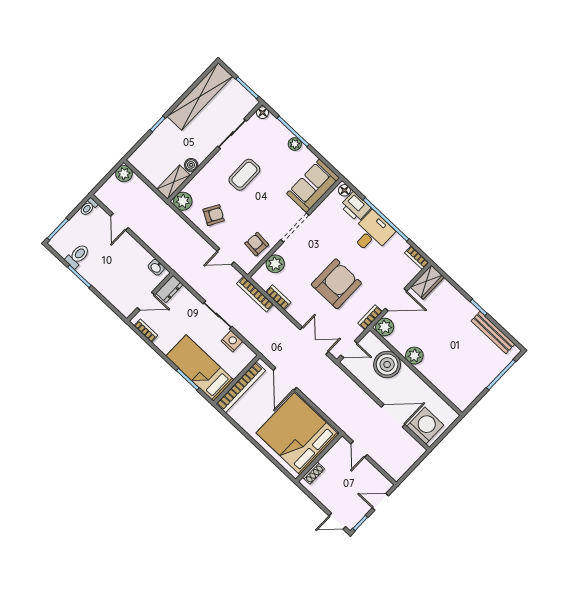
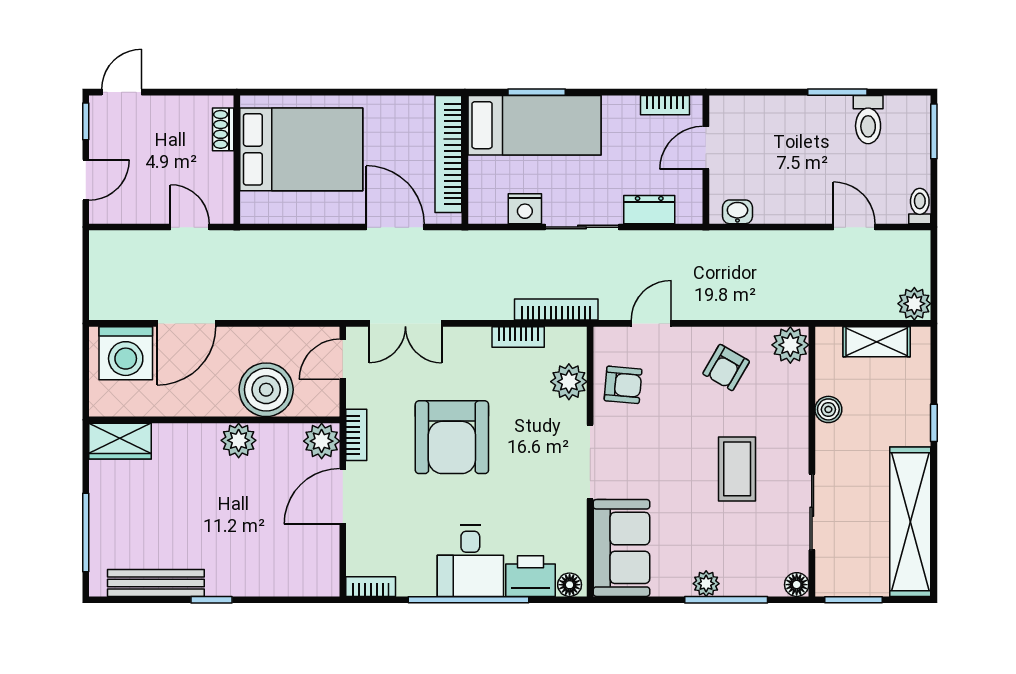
shelving: (174, 182) -> (877, 342), moved, turned 90
wardrobe: (427, 282) -> (120, 441), moved, turned -90
dresser: (169, 289) -> (649, 210), moved, turned 90
bed: (297, 434) -> (301, 149), width x0.73

